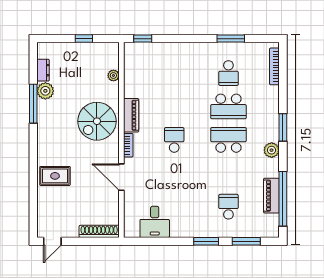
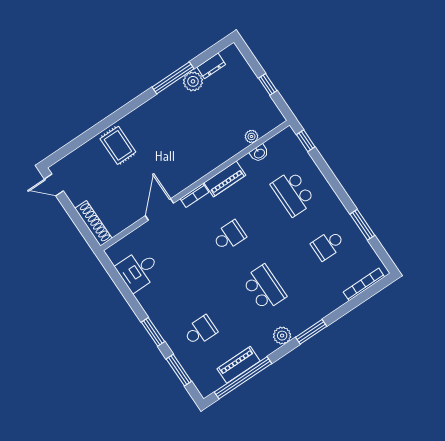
washbasin: (129, 78) -> (259, 153), added
school desk: (228, 106) -> (293, 193), moved
spiral stairs: (97, 121) -> (197, 150), removed

